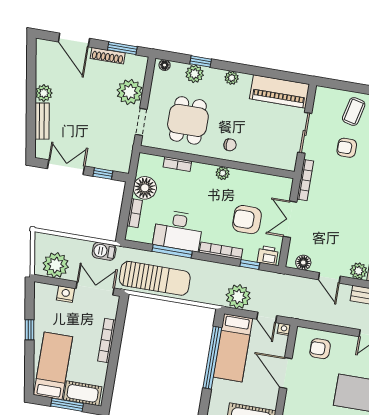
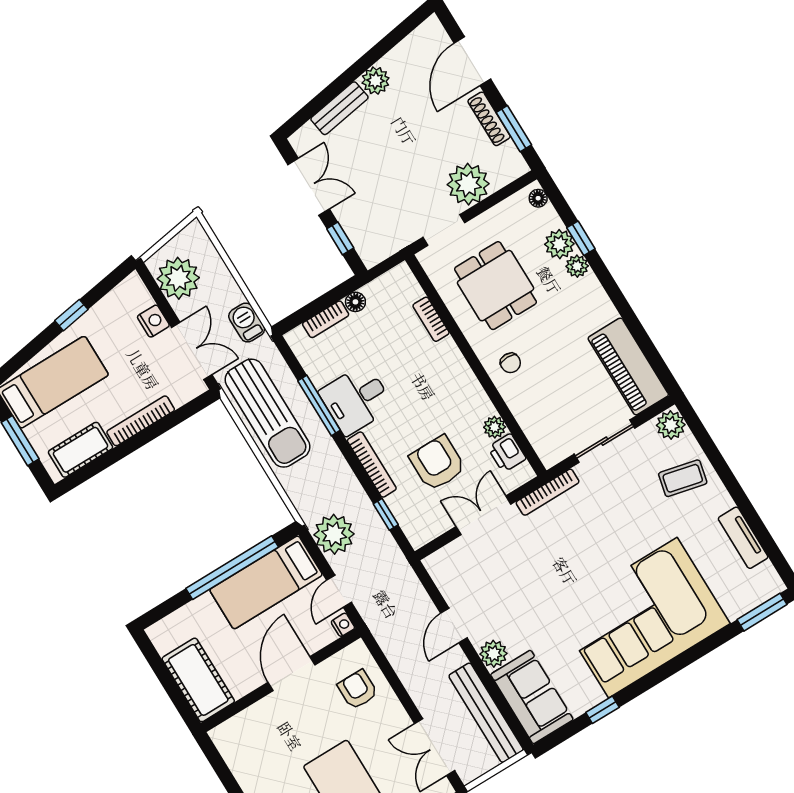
plant: (232, 78) -> (577, 266), moved
plant: (324, 96) -> (671, 425), added
dining table: (188, 120) -> (496, 286), turned 90
armchair: (347, 148) -> (631, 508), removed
plant: (223, 173) -> (495, 427), moved
floor lamp: (145, 188) -> (355, 302), width x0.53, depth x0.53
desk: (178, 231) -> (356, 399), width x0.73
printer: (268, 255) -> (507, 453), moved, turned 180
floor lamp: (303, 263) -> (445, 578), removed
cot: (83, 393) -> (81, 450), moved, turned 90

